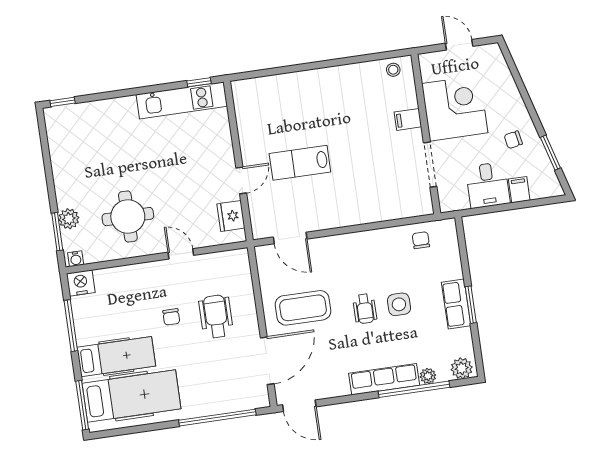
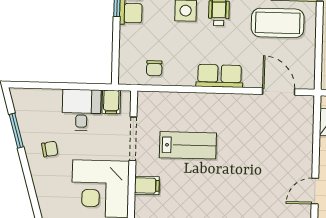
lab bench: (300, 163) -> (188, 145), moved
door: (241, 180) -> (315, 191), moved
filing cabinet: (519, 190) -> (111, 102), moved
row of seats: (353, 244) -> (219, 76), added

